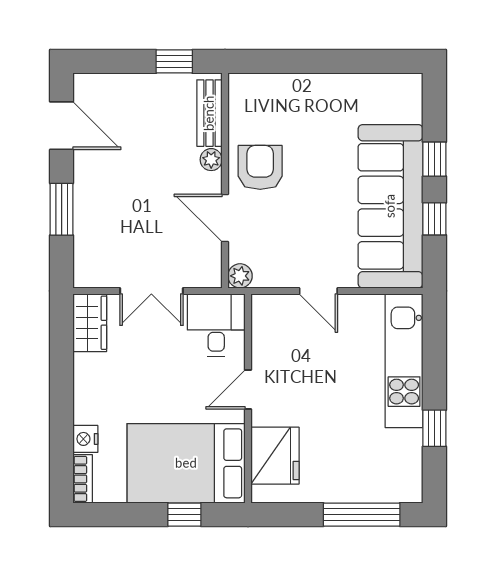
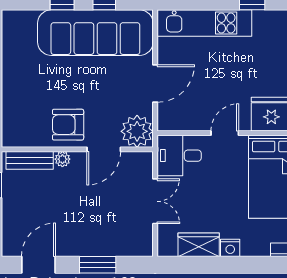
plant: (240, 276) -> (137, 131), width x1.87, depth x1.87
door: (318, 291) -> (155, 83), width x1.38
wardrobe: (90, 323) -> (199, 245), moved
door: (248, 390) -> (225, 133), swing flipped
nightstand: (85, 439) -> (230, 248), moved

